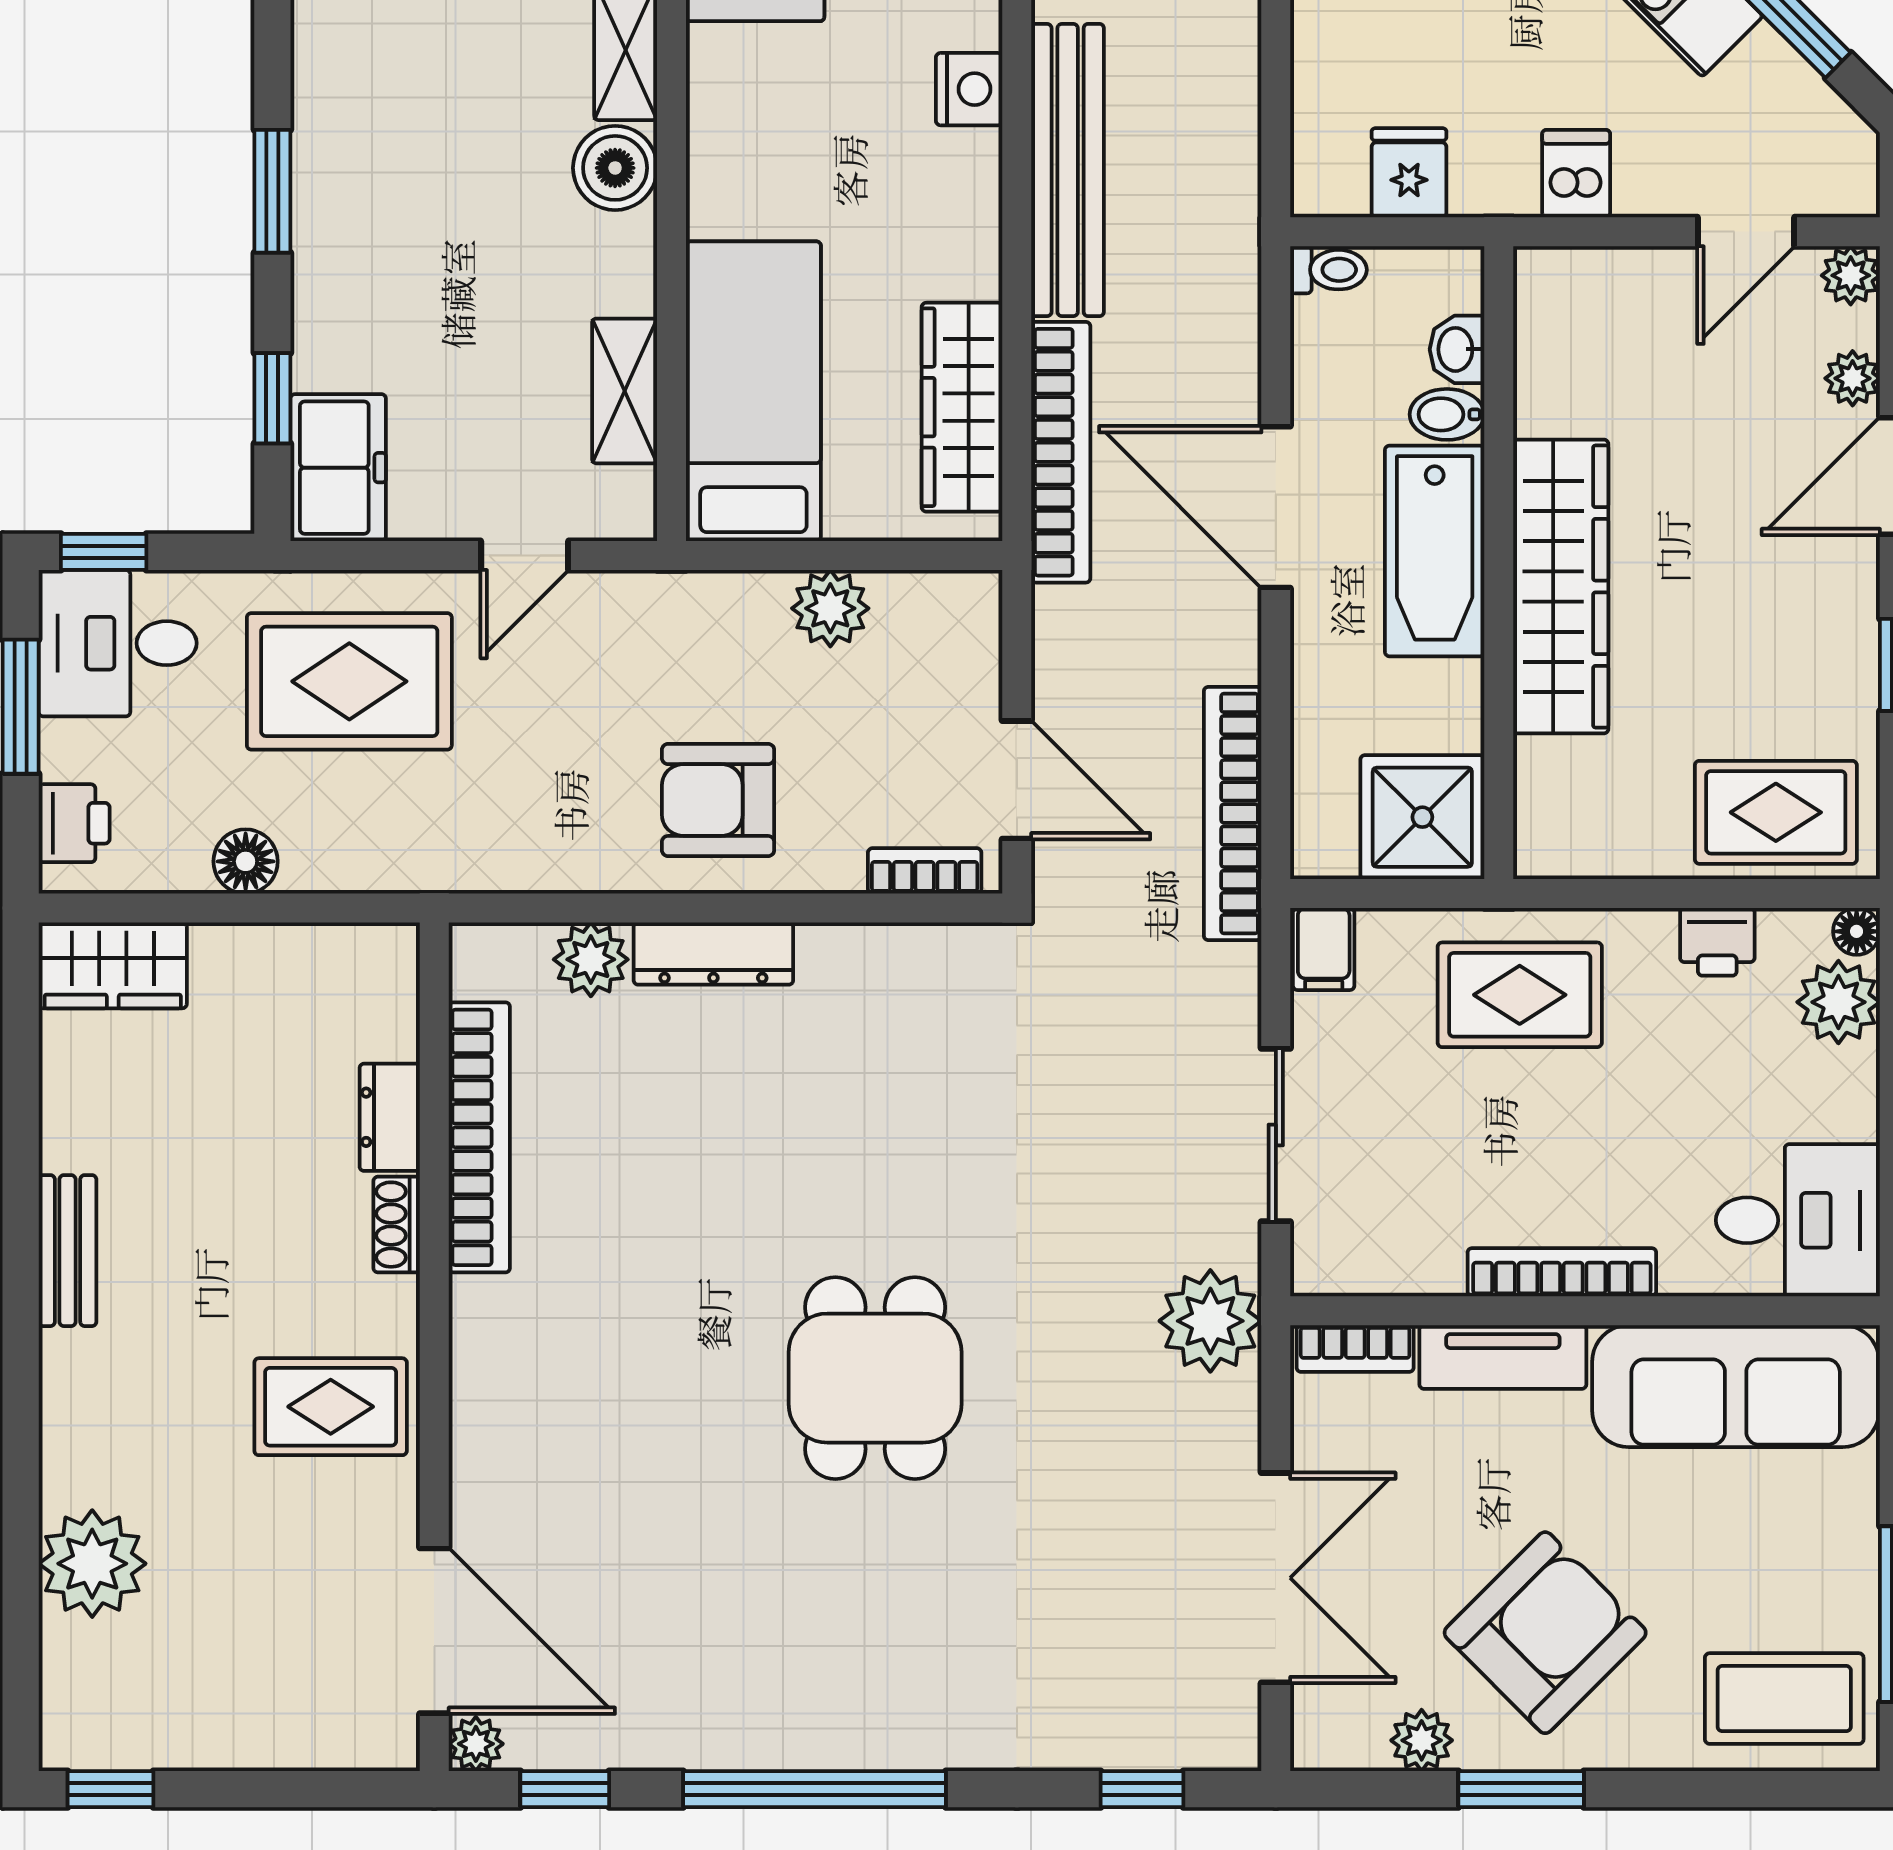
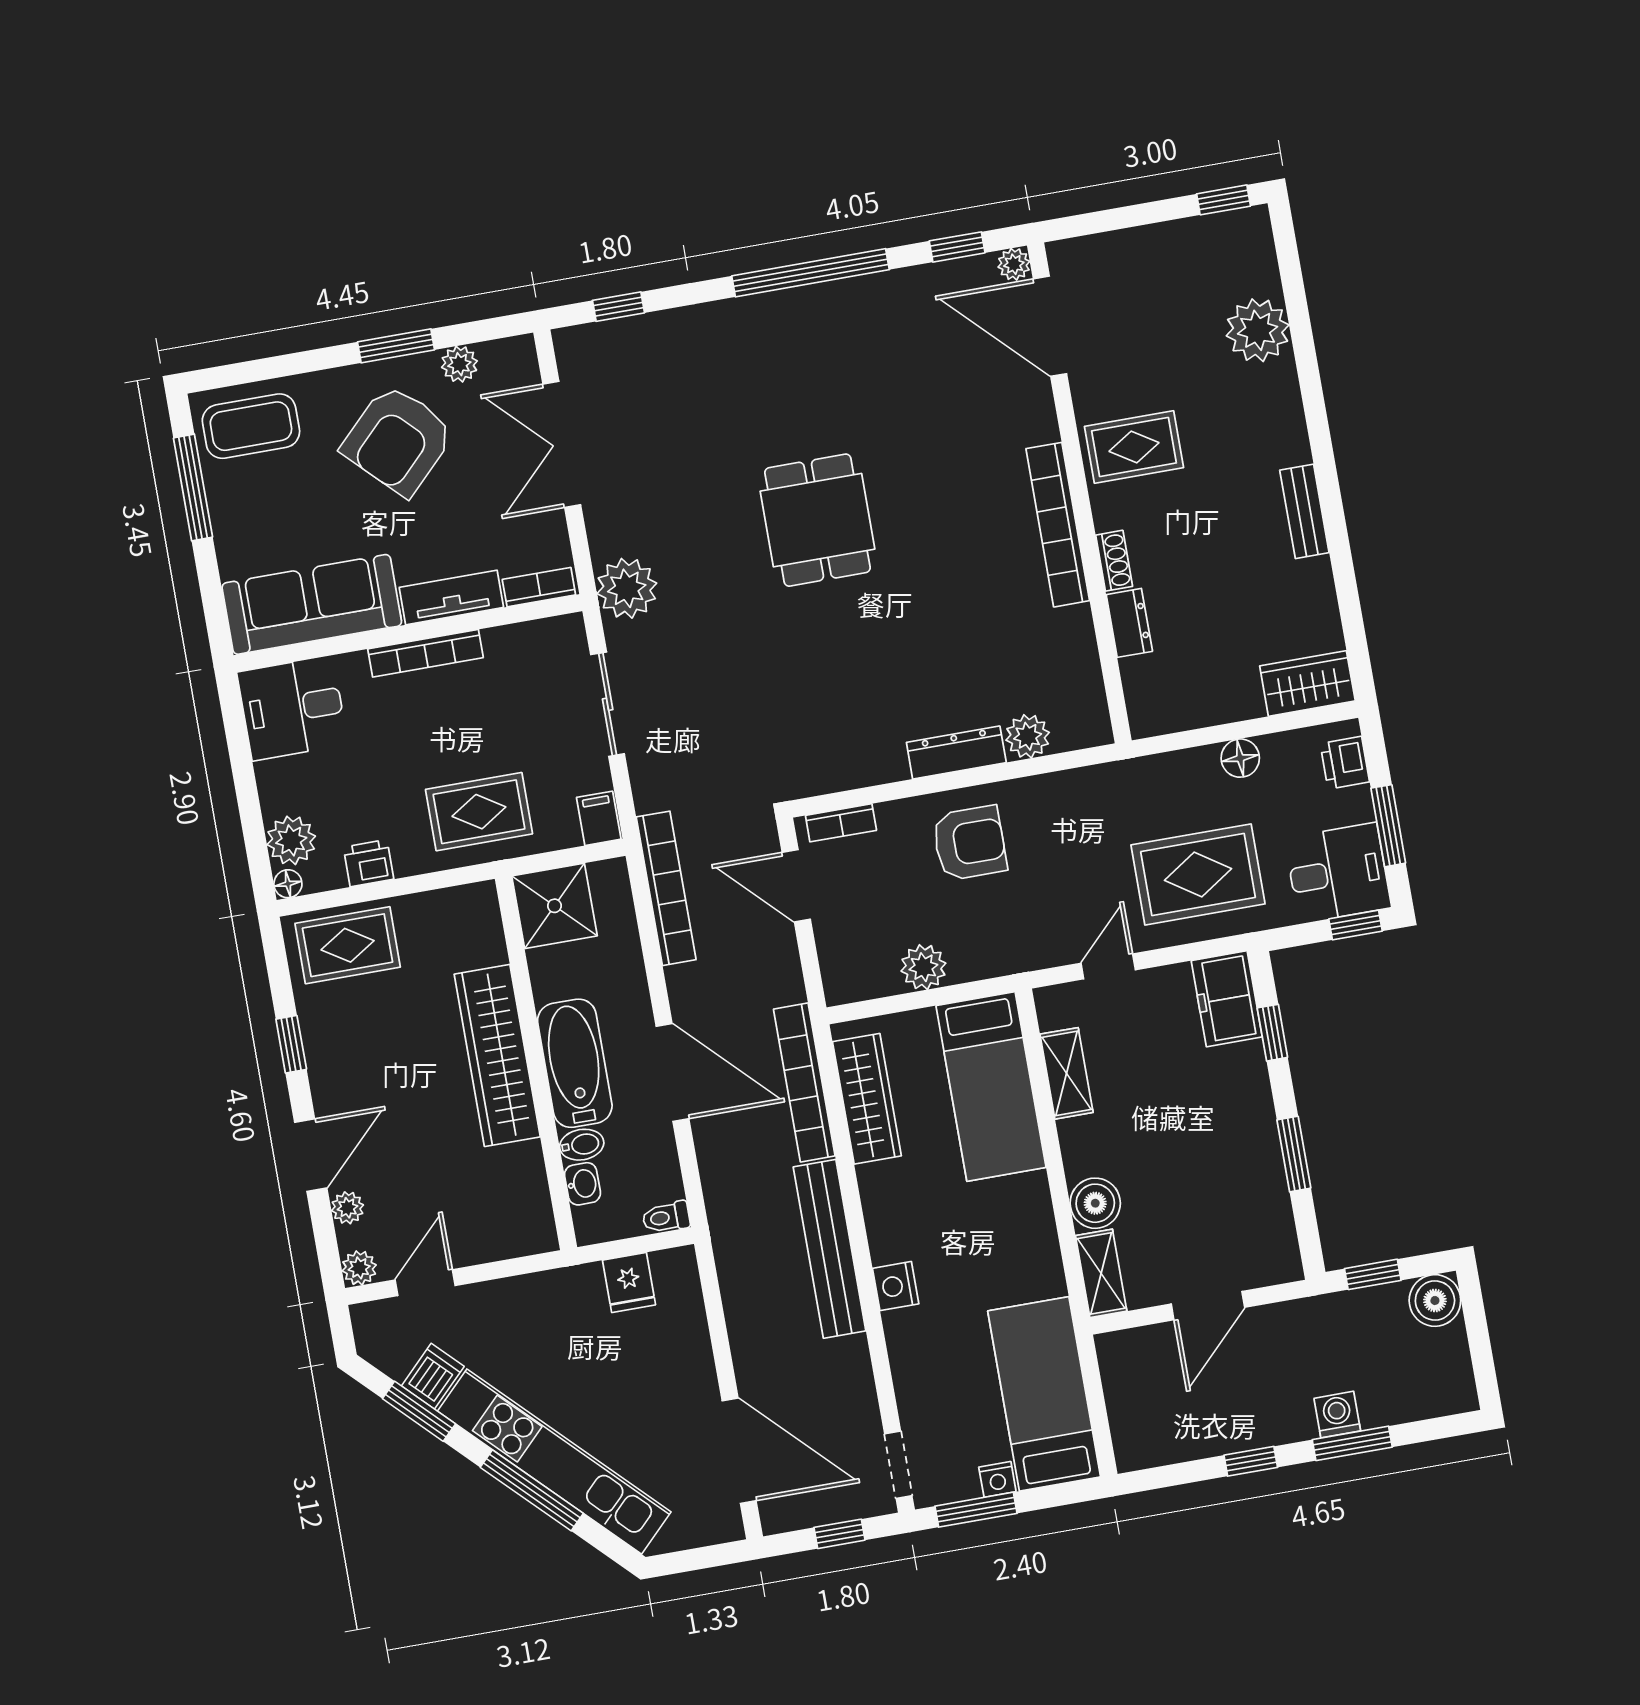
dishwasher: (1576, 174) -> (433, 1376), moved, turned -135
bookcase: (479, 1137) -> (1058, 525), moved

